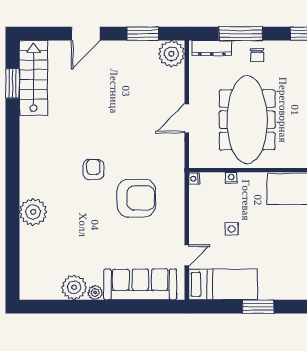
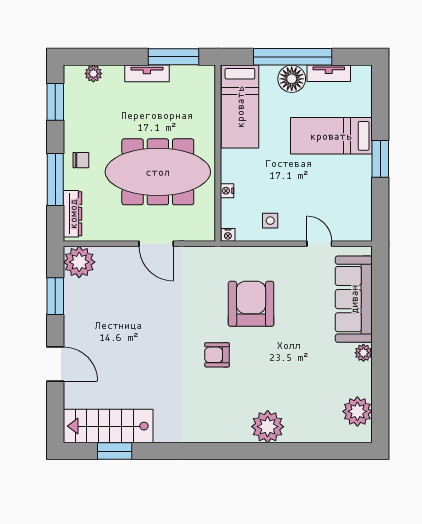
side table: (232, 229) -> (270, 221), moved
bed: (223, 284) -> (331, 136), moved, turned -90
plant: (74, 287) -> (357, 411), moved

